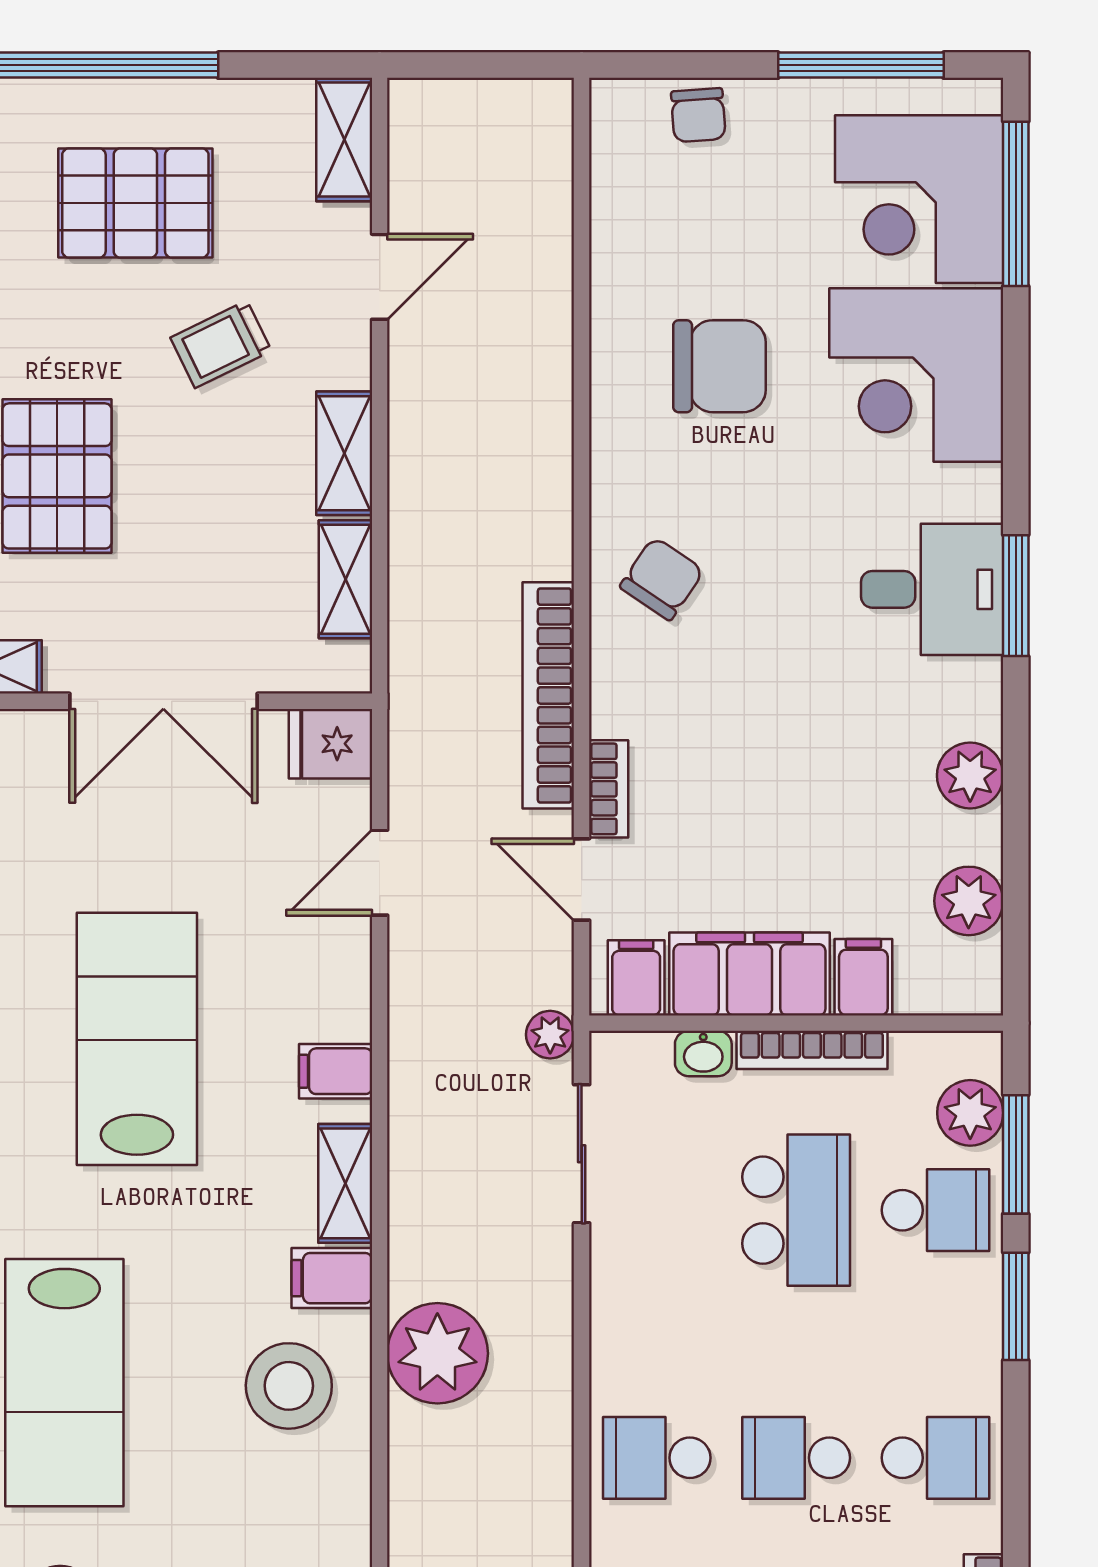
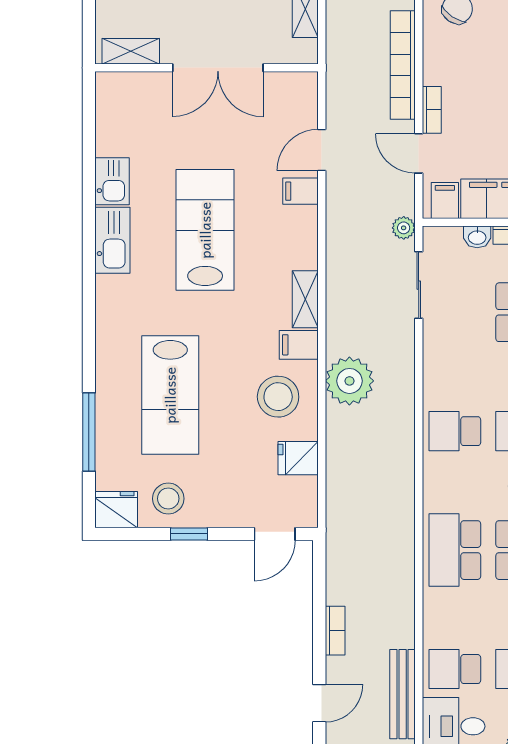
fridge: (330, 744) -> (298, 458), moved
filing cabinet: (336, 1071) -> (301, 191), moved

